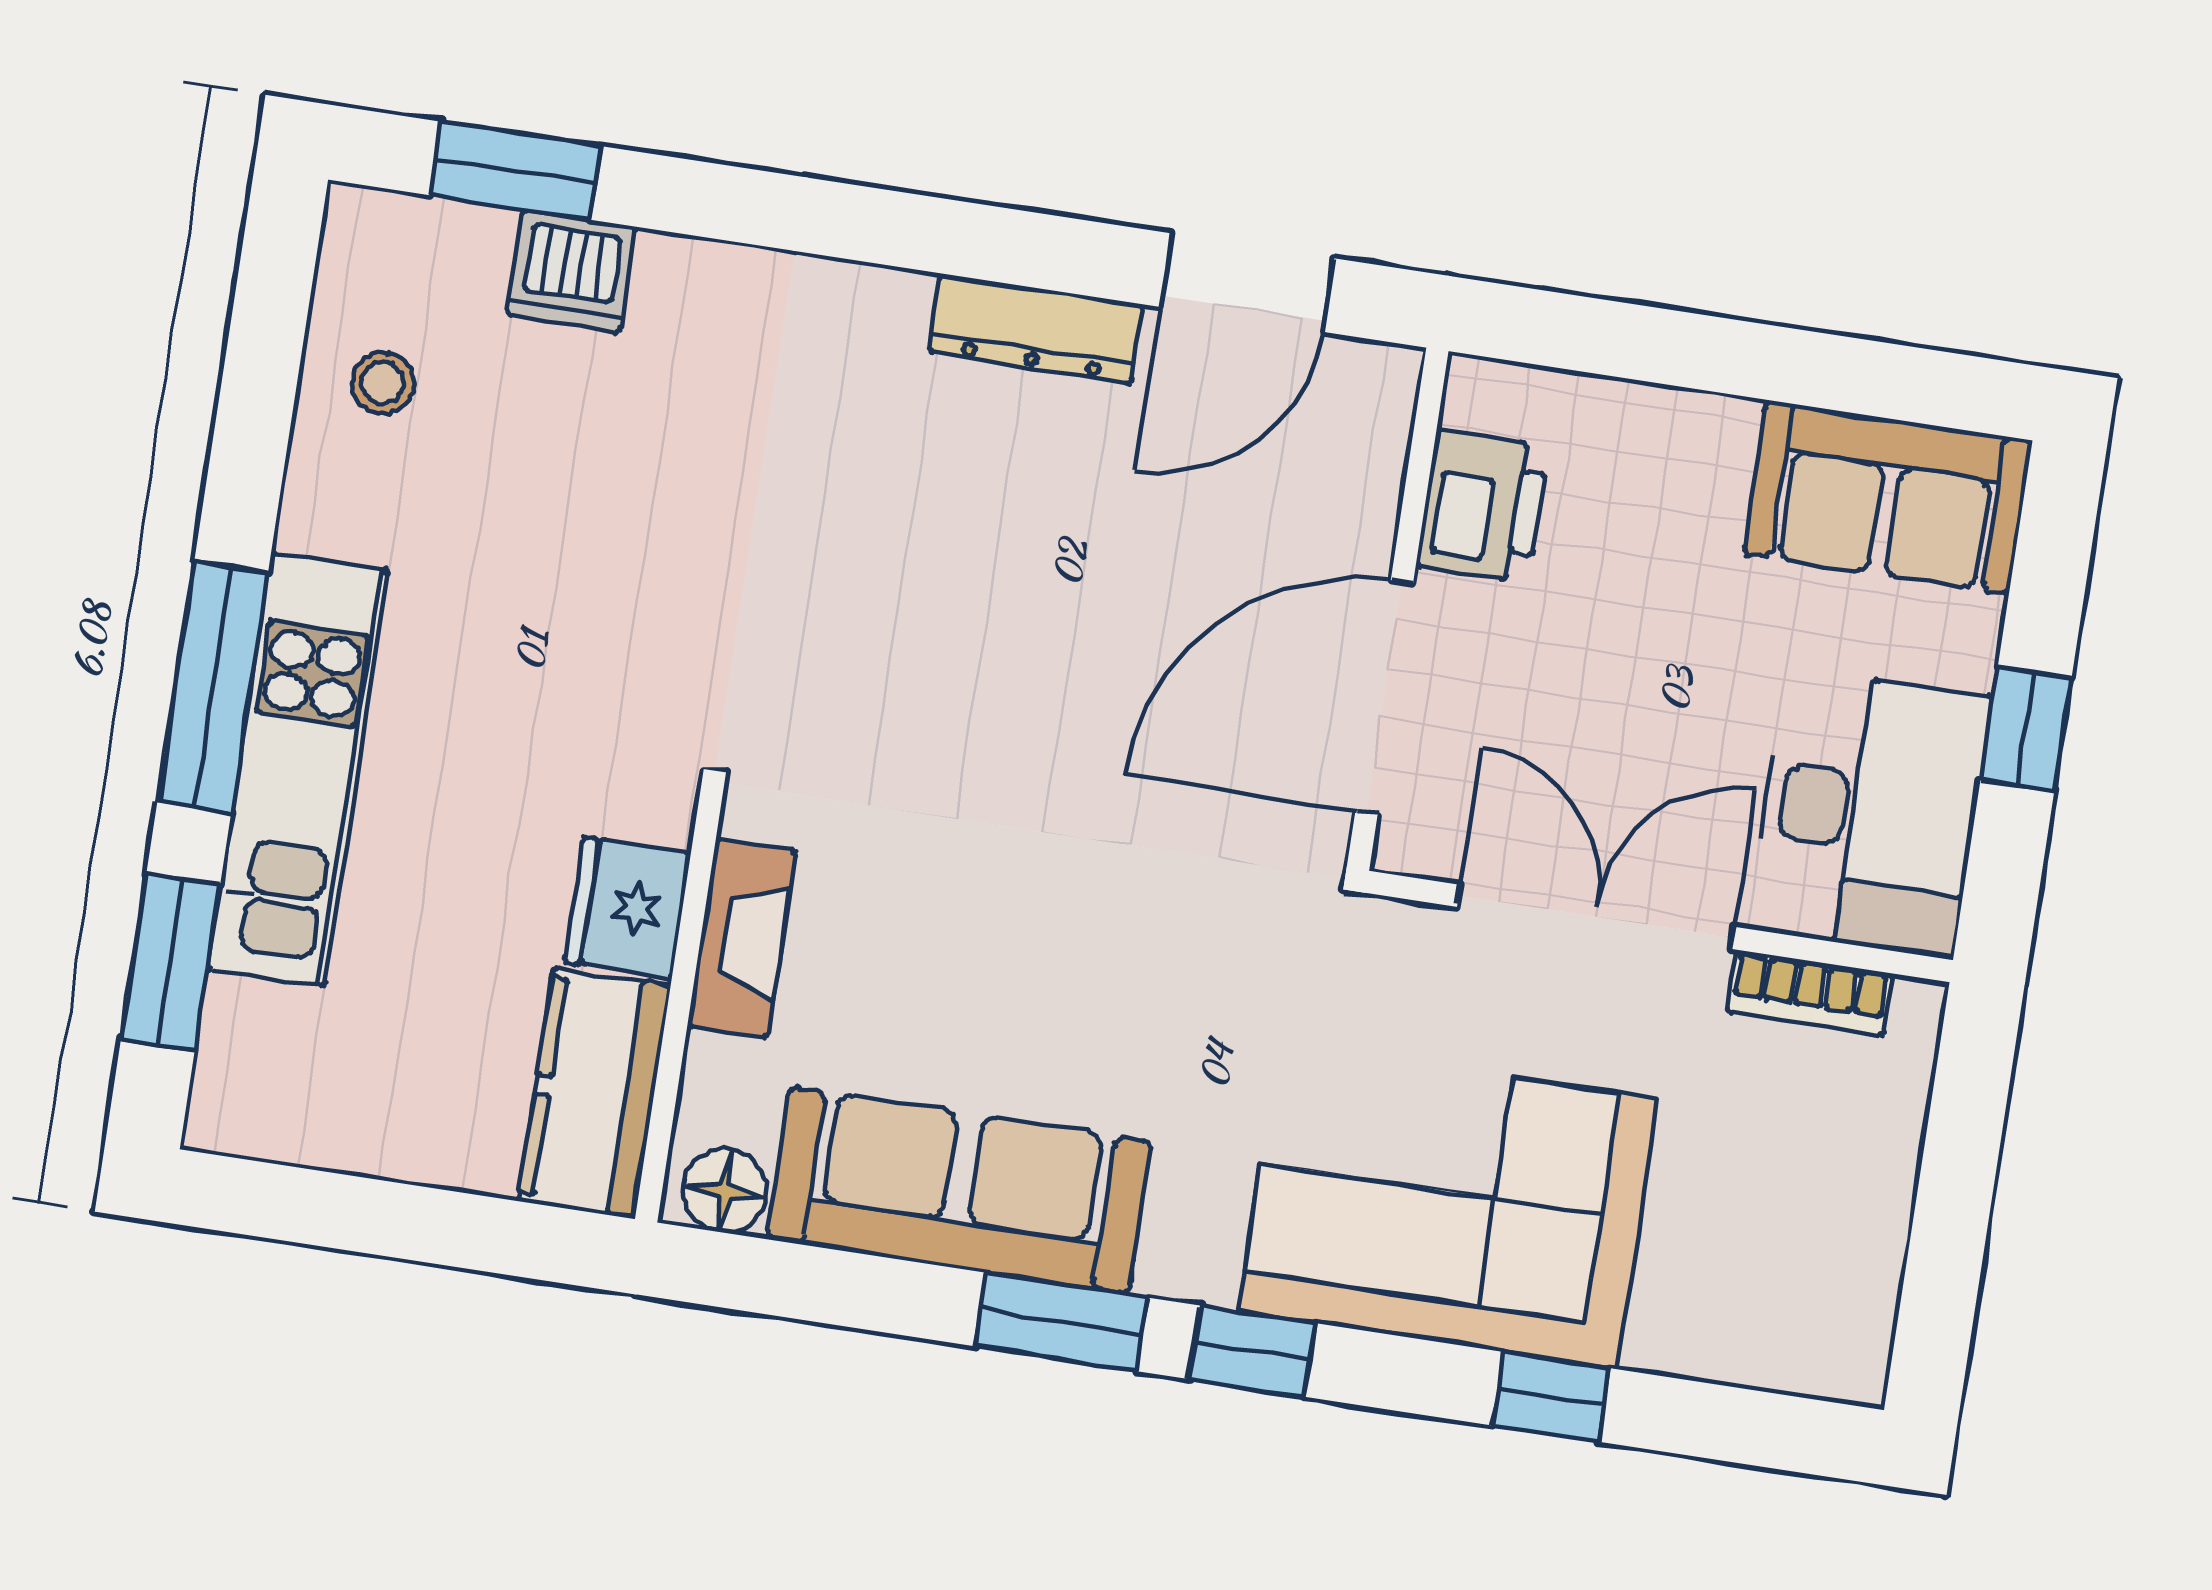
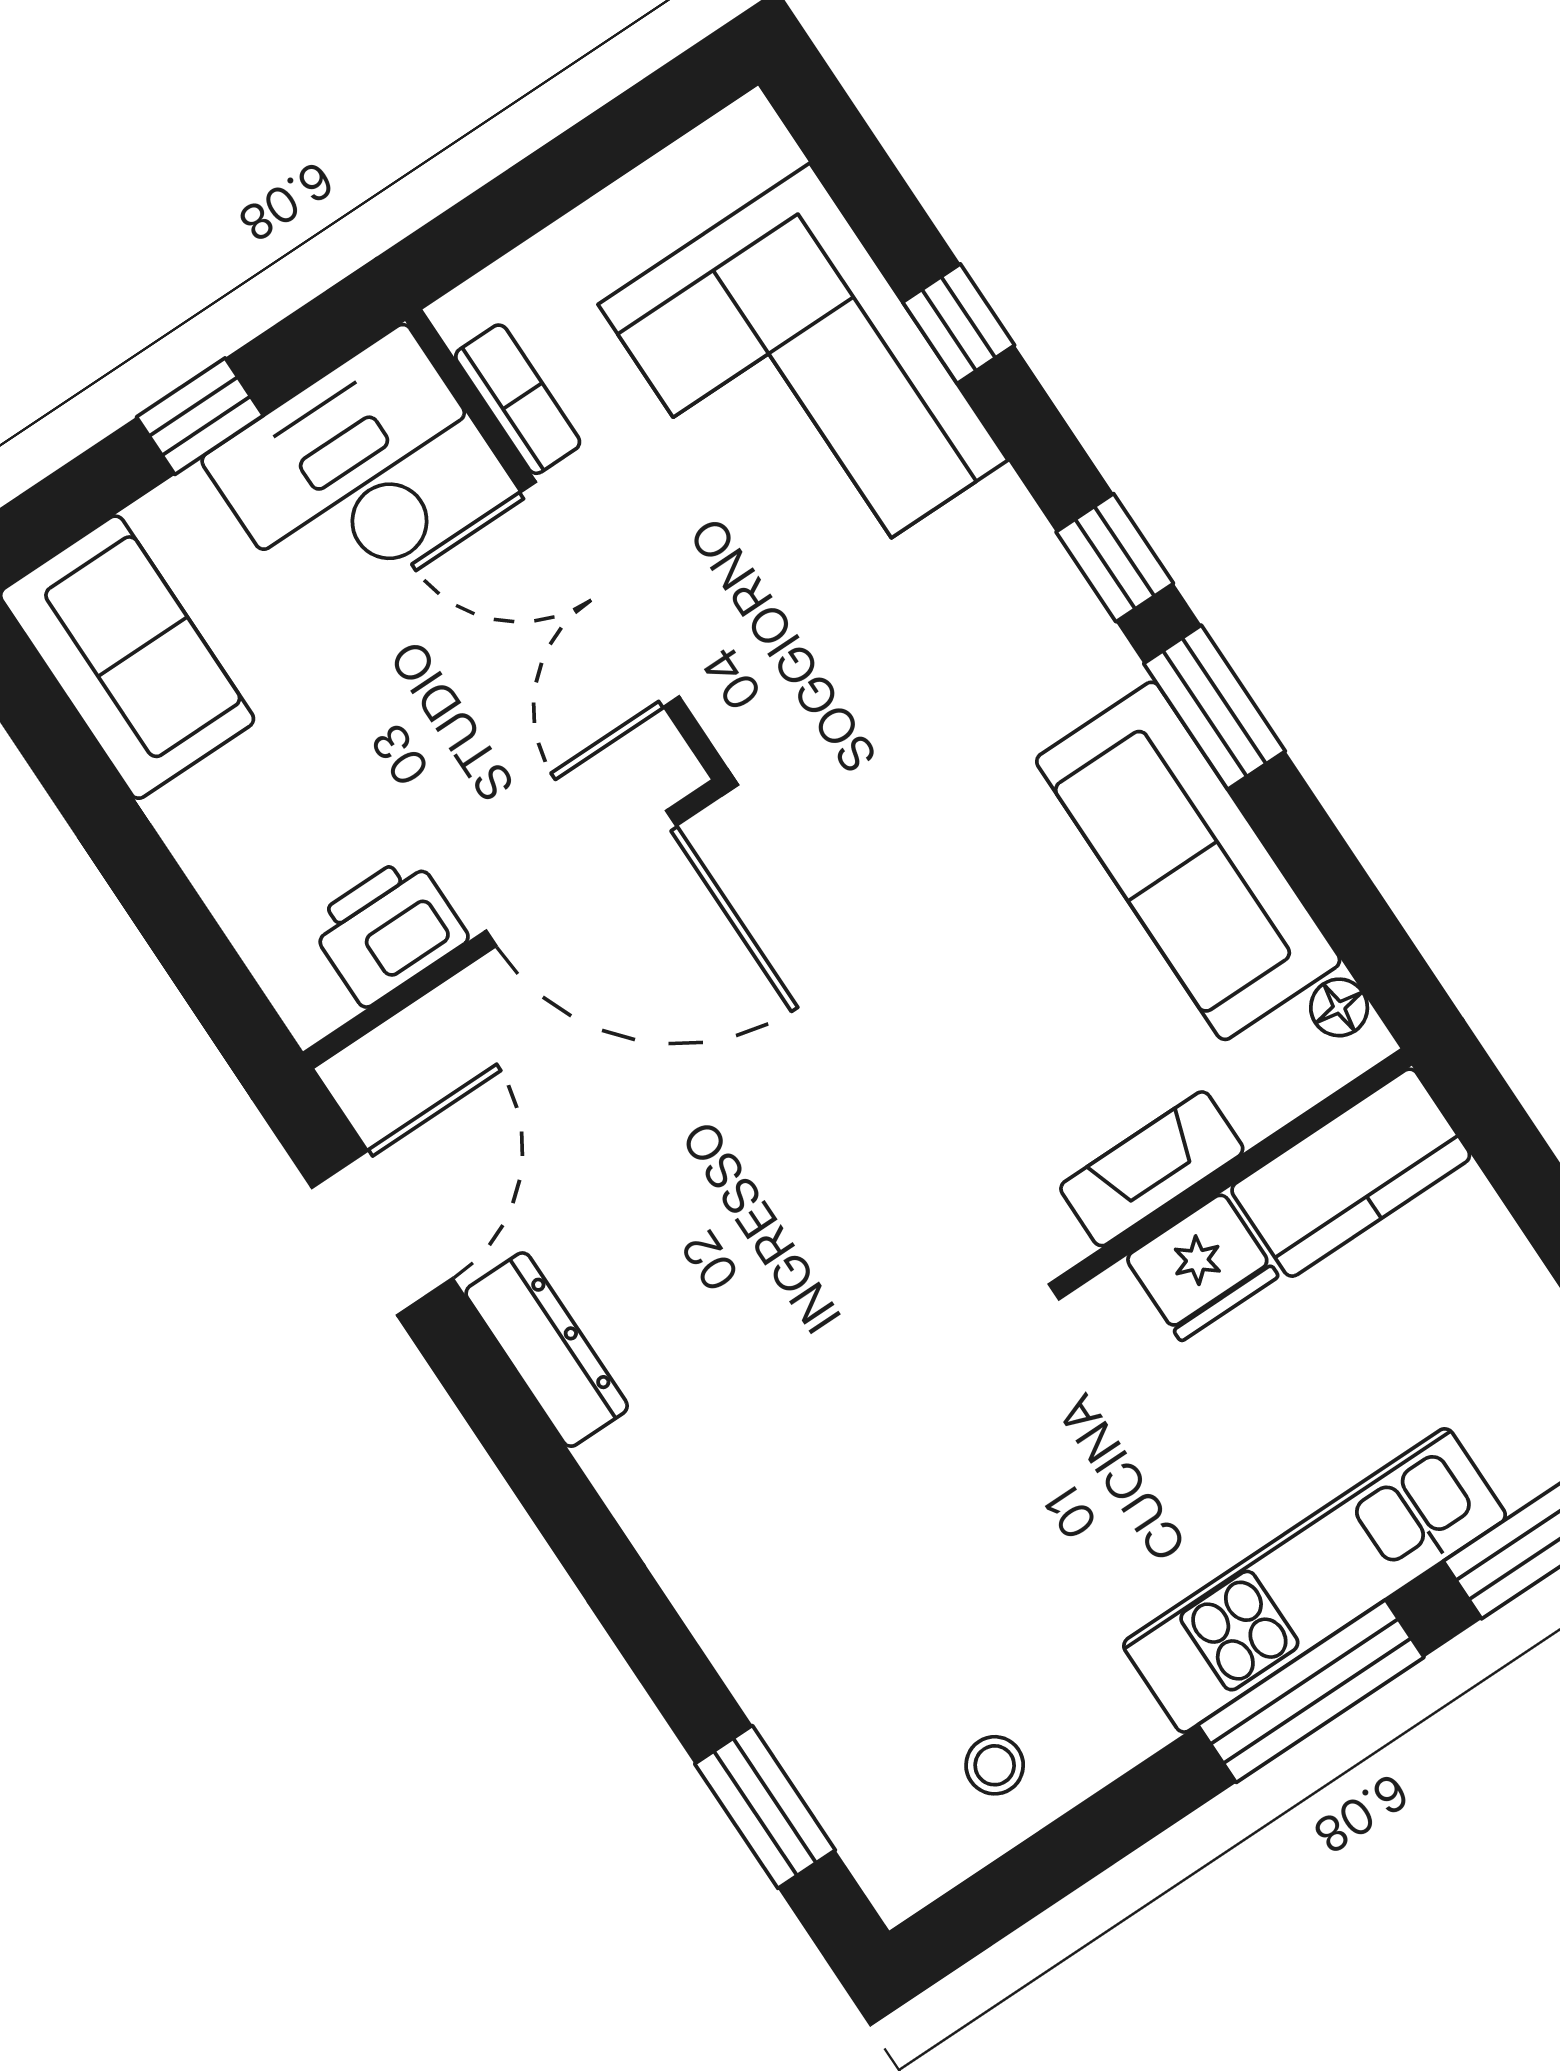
dishwasher: (572, 271) -> (799, 1705), removed
door: (1247, 283) -> (382, 1233), hinge flipped
floor lamp: (724, 1191) -> (1339, 1007), width x0.73, depth x0.73
corner sofa: (1448, 1205) -> (803, 382), moved

